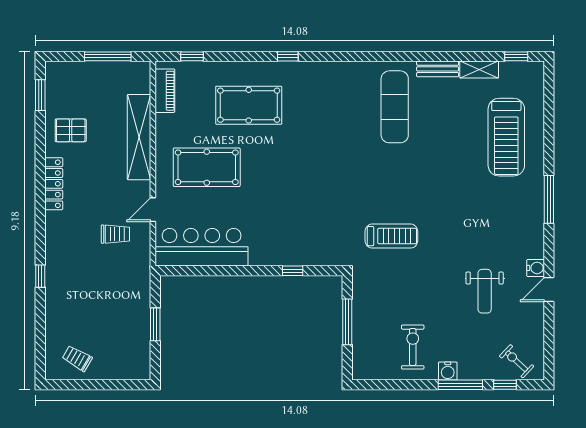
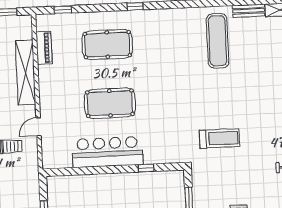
piano: (165, 91) -> (44, 48), moved
pool table: (207, 167) -> (110, 103), moved
bar counter: (202, 247) -> (107, 152), moved

